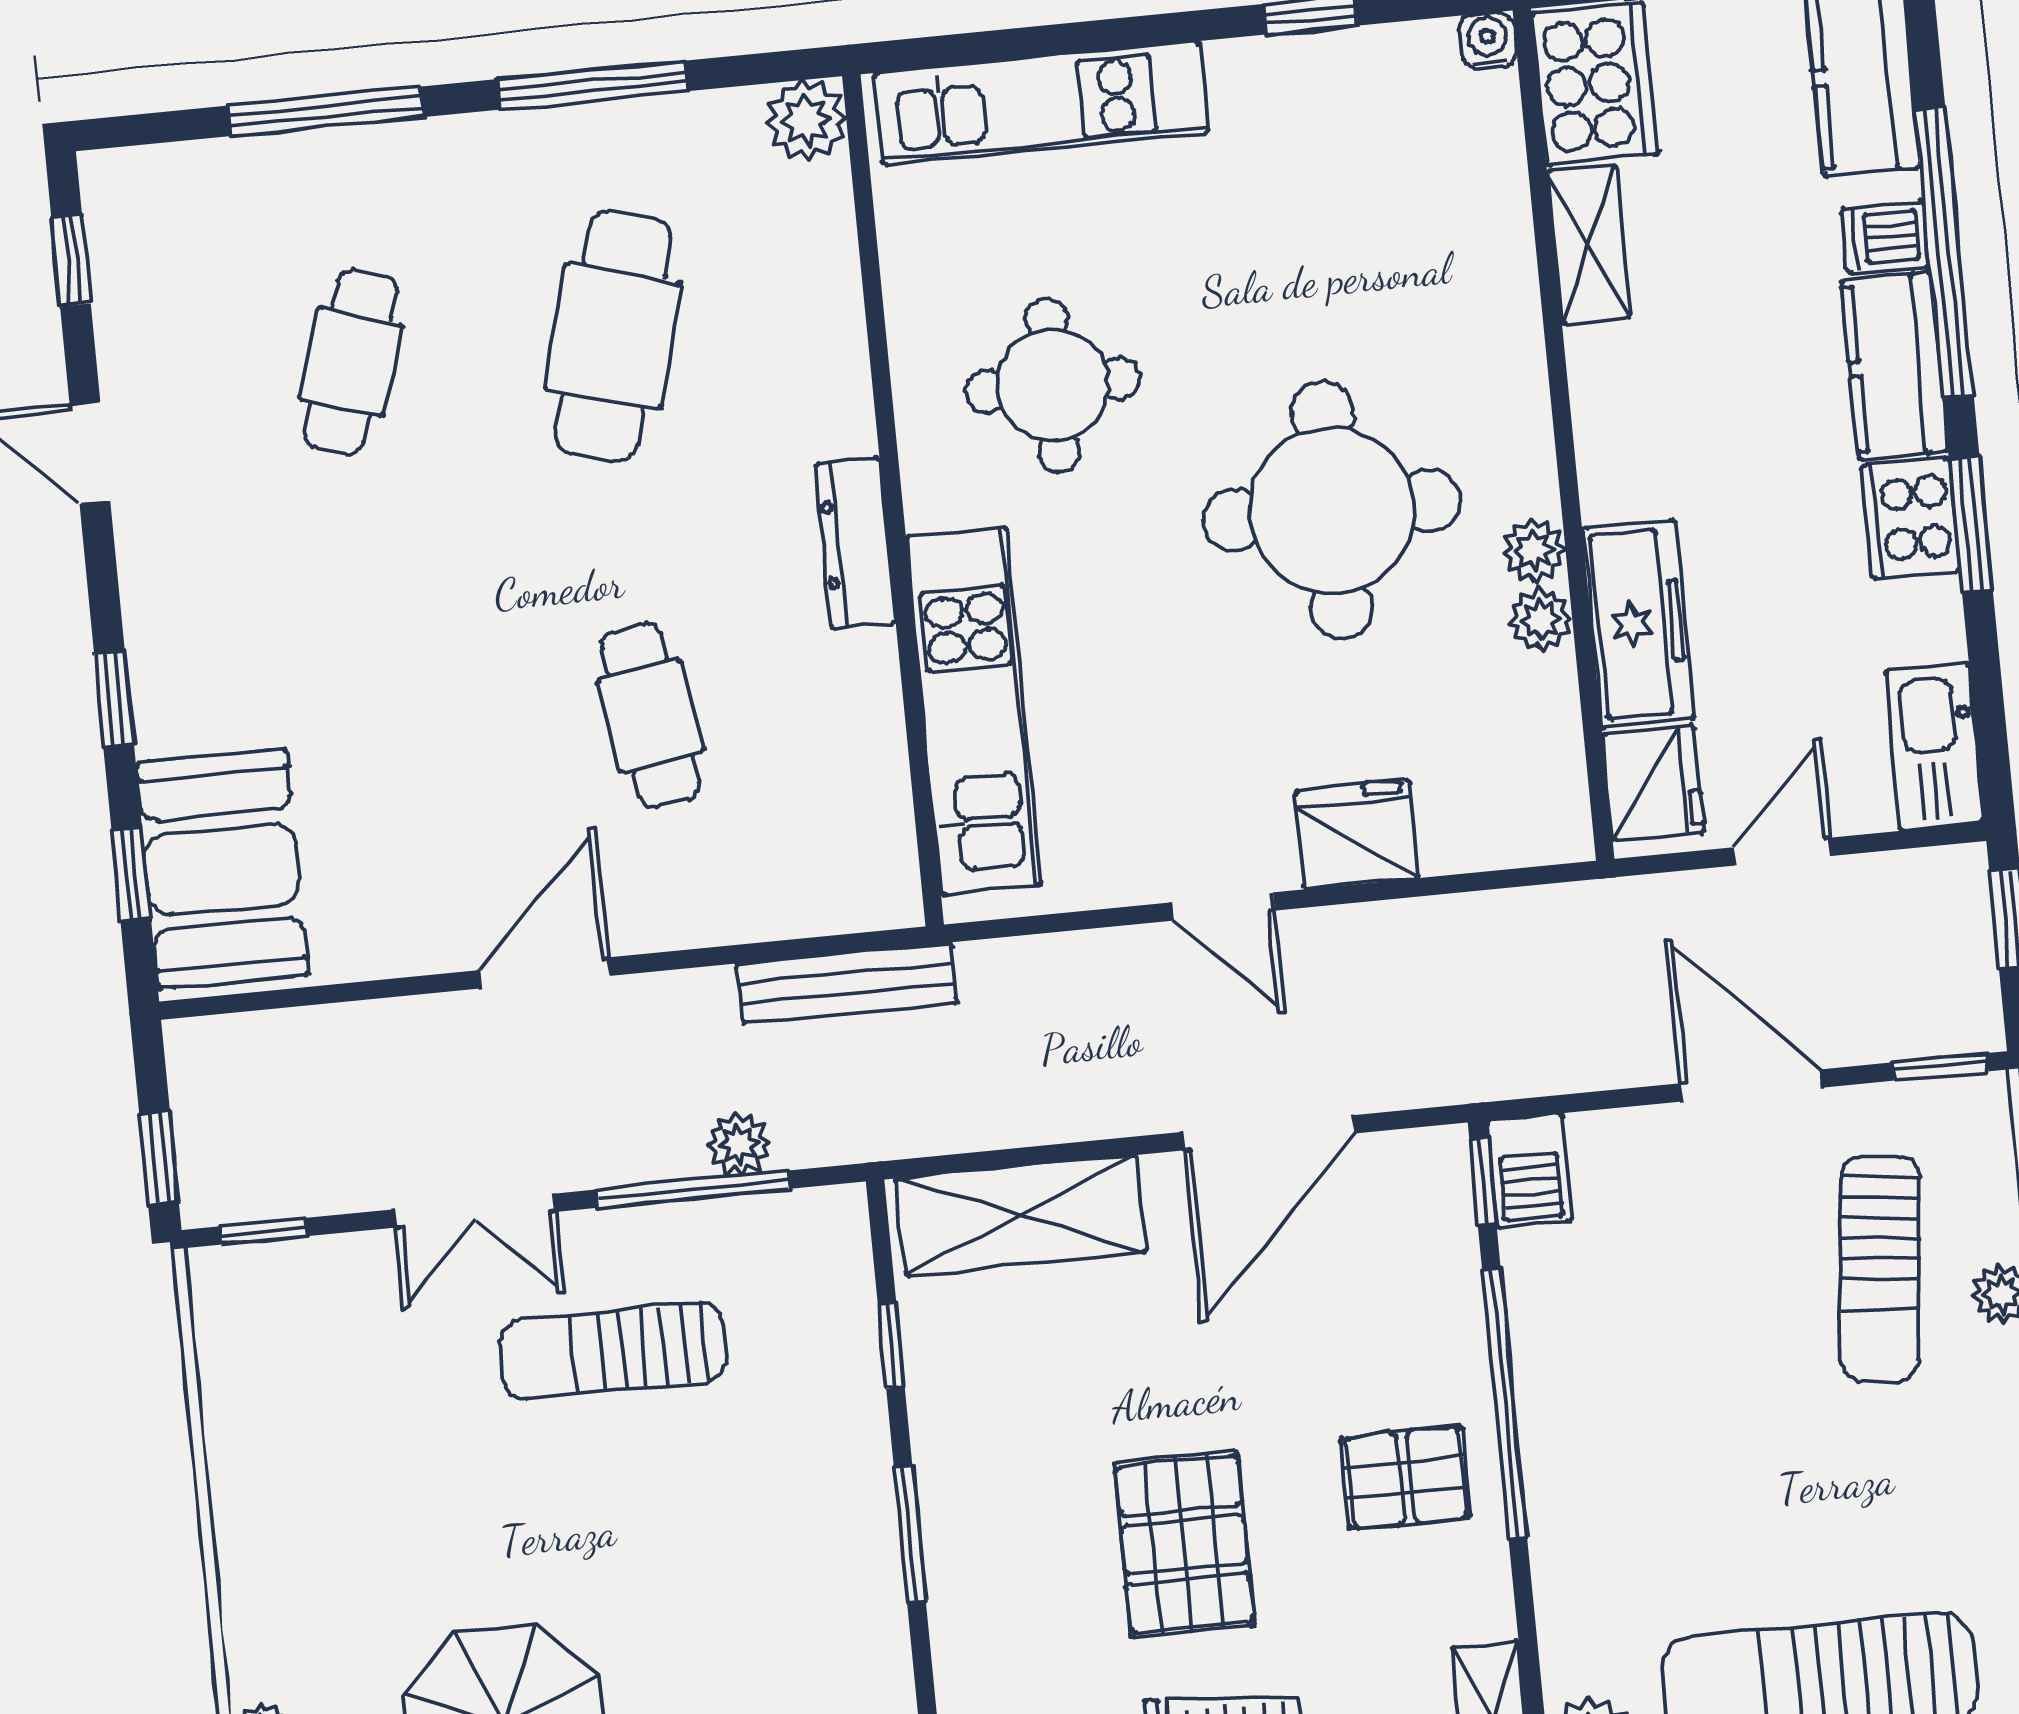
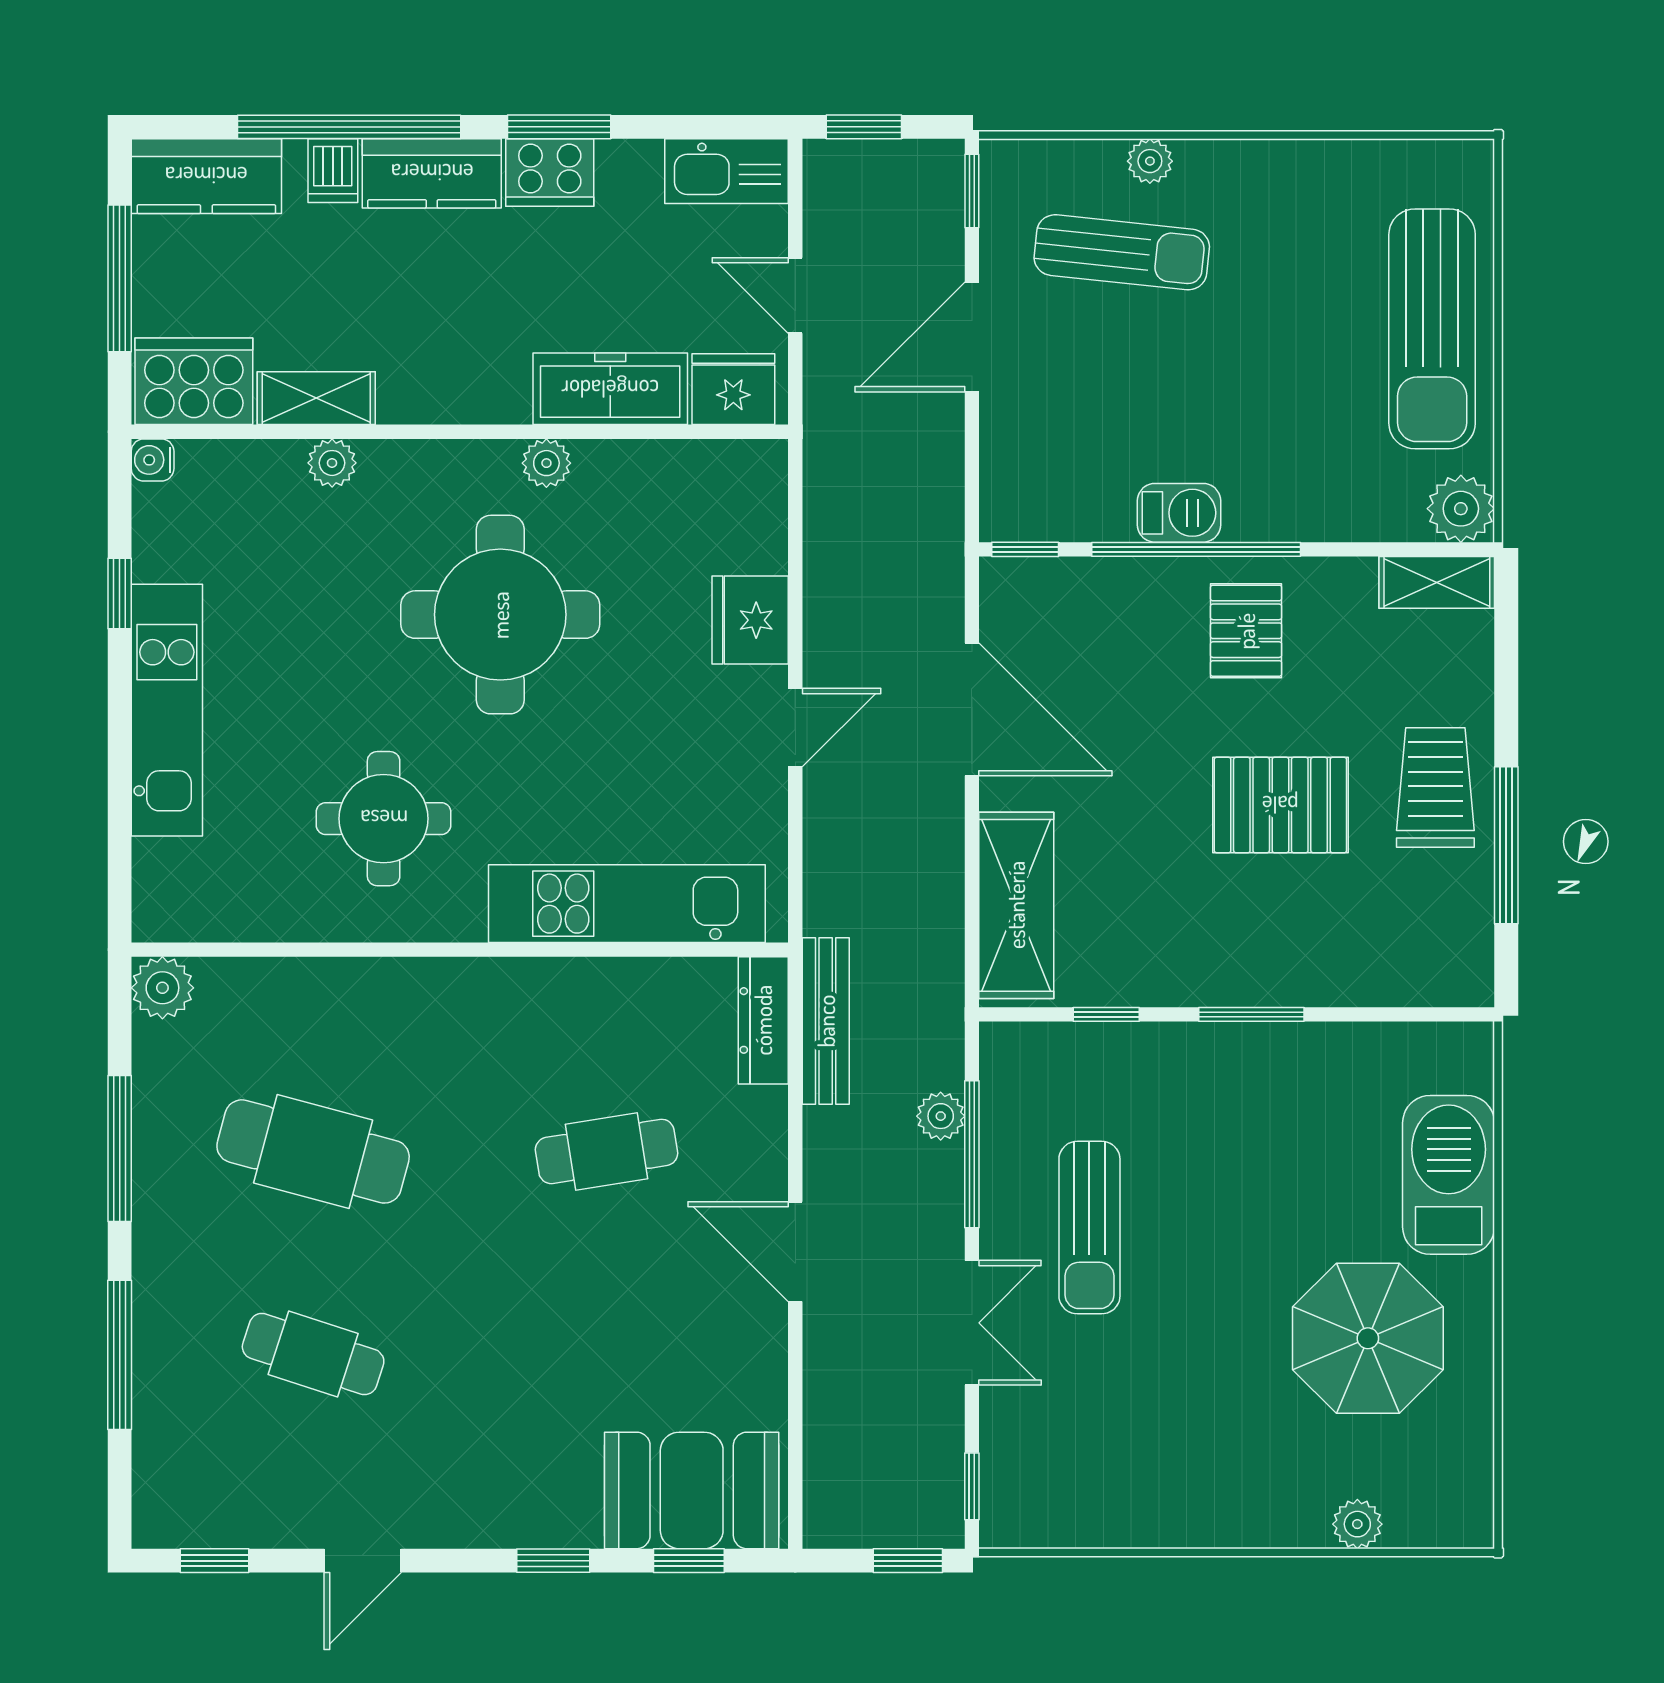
kitchen unit: (1042, 103) -> (167, 710), moved
dresser: (855, 543) -> (763, 1020), moved, turned 90
plant: (1541, 620) -> (332, 463), moved
barbecue: (1530, 1171) -> (1179, 513), moved

